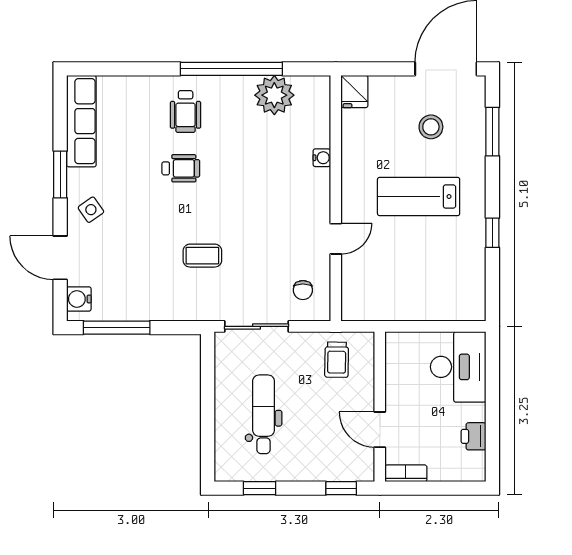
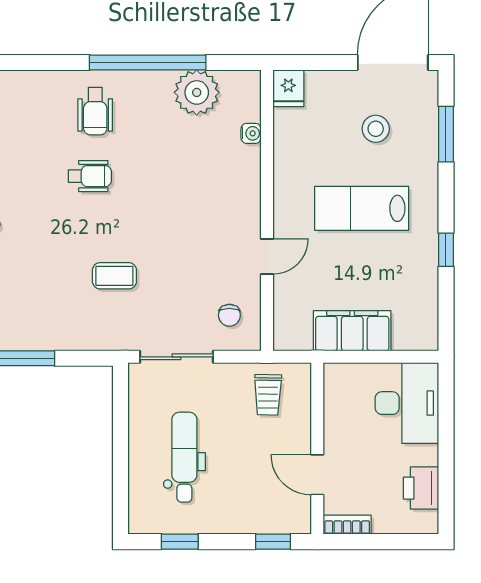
water cooler: (322, 158) -> (251, 133), moved
filing cabinet: (410, 304) -> (352, 331), added
printer: (474, 436) -> (421, 488), width x1.36, depth x1.24

